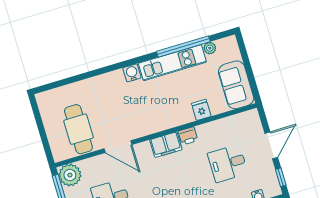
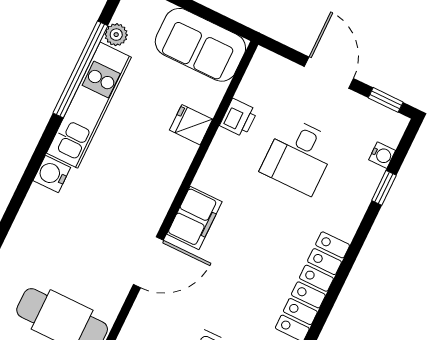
printer: (188, 136) -> (239, 118), moved
door: (118, 147) -> (148, 262), moved

